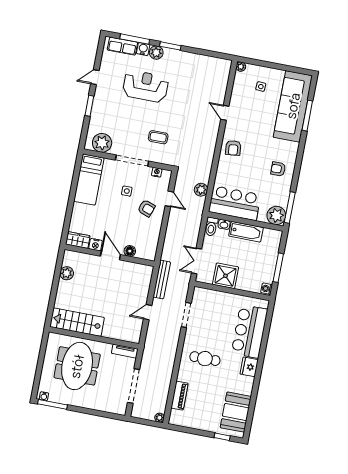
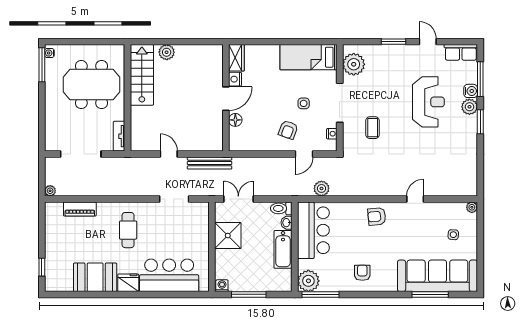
row of seats: (122, 46) -> (461, 52), moved, turned -90
plant: (67, 273) -> (167, 52), moved
booth: (236, 412) -> (95, 277), moved

